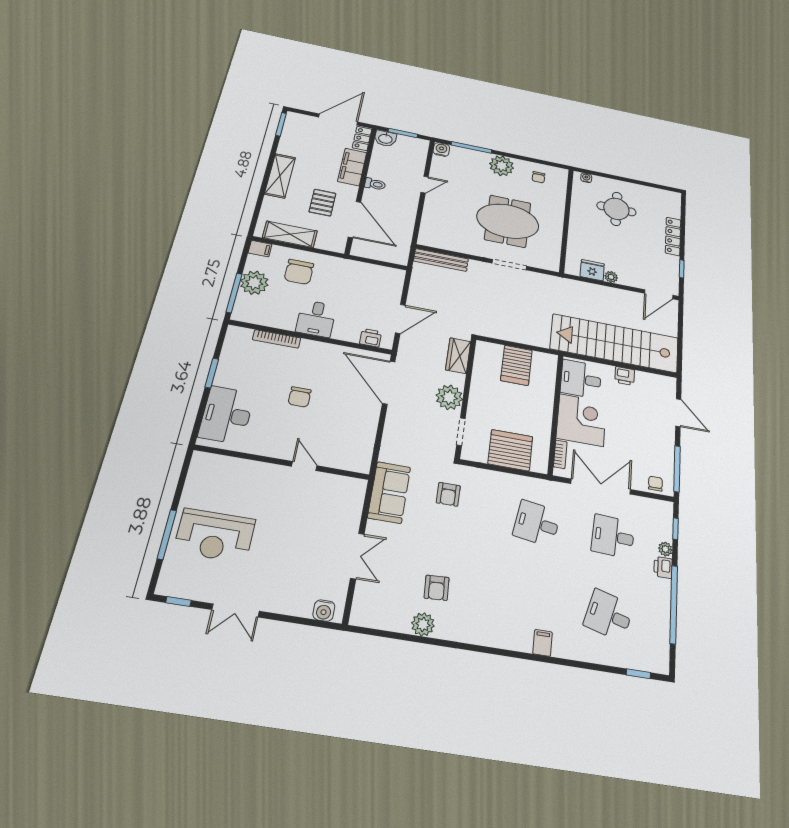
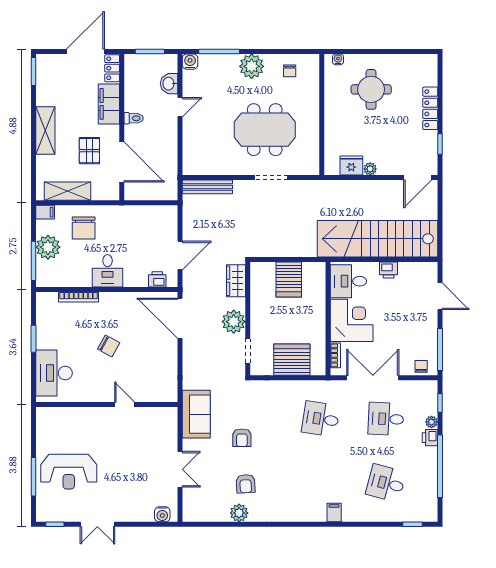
washbasin: (385, 138) -> (169, 84), moved, turned 90
chair: (300, 397) -> (109, 346), turned -61
armchair: (448, 494) -> (242, 438), moved

